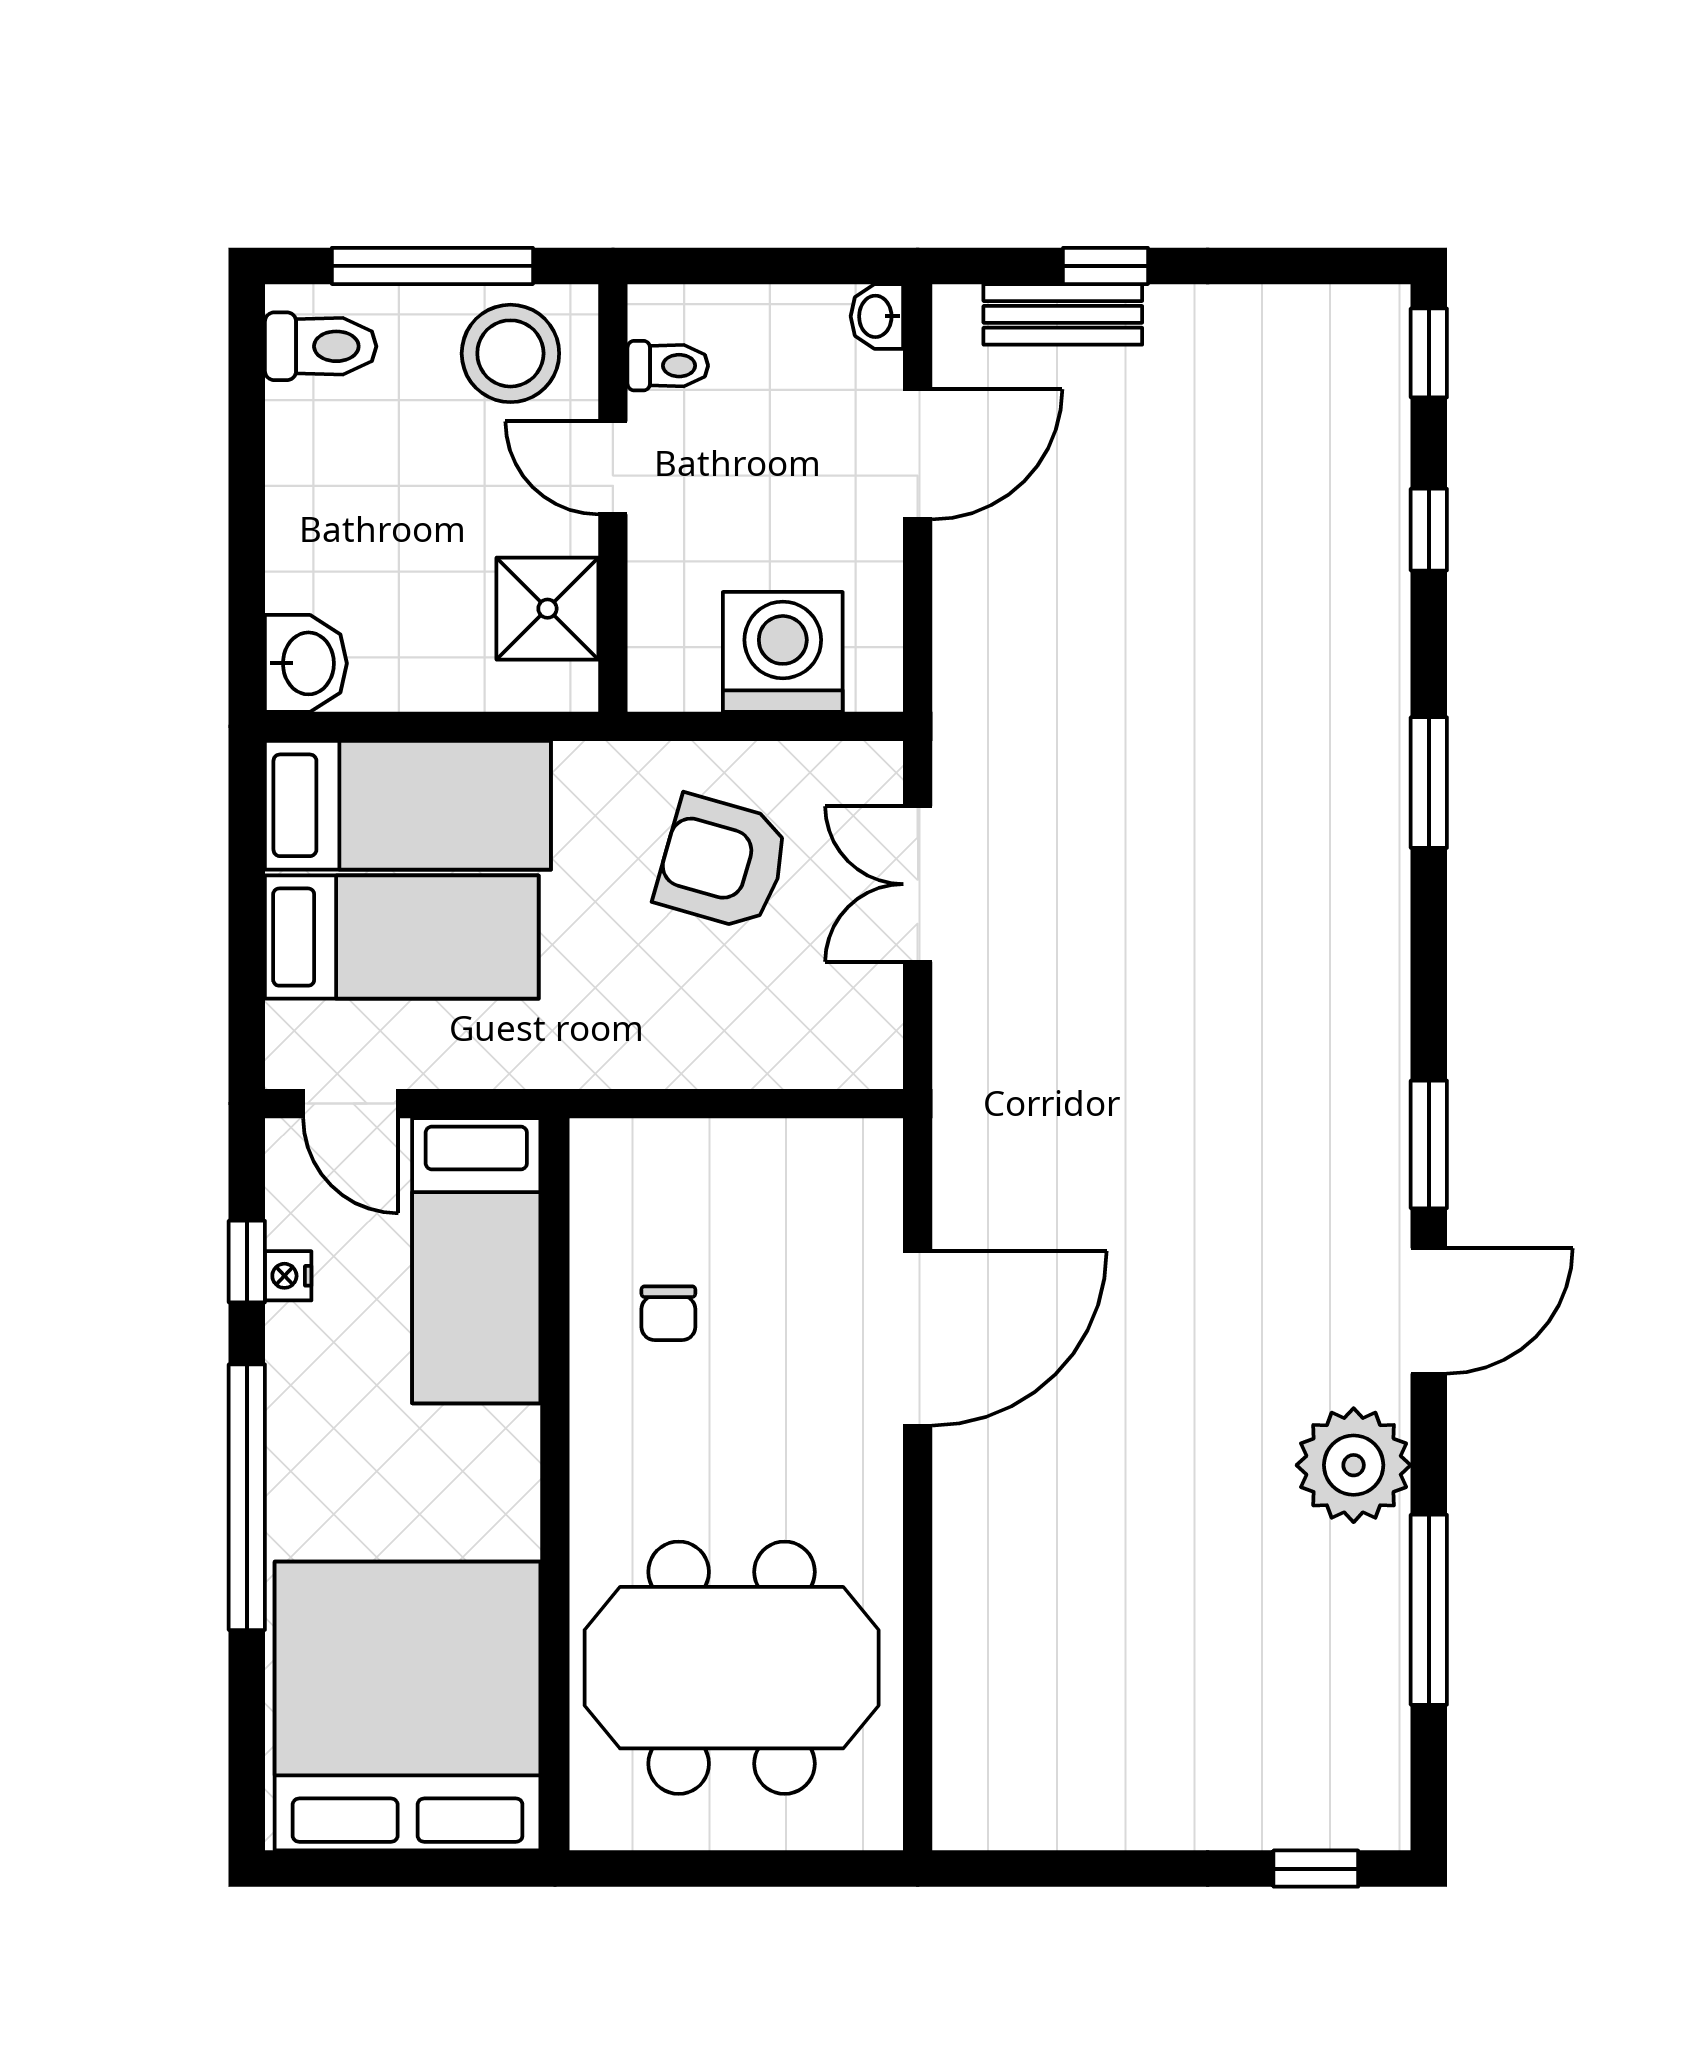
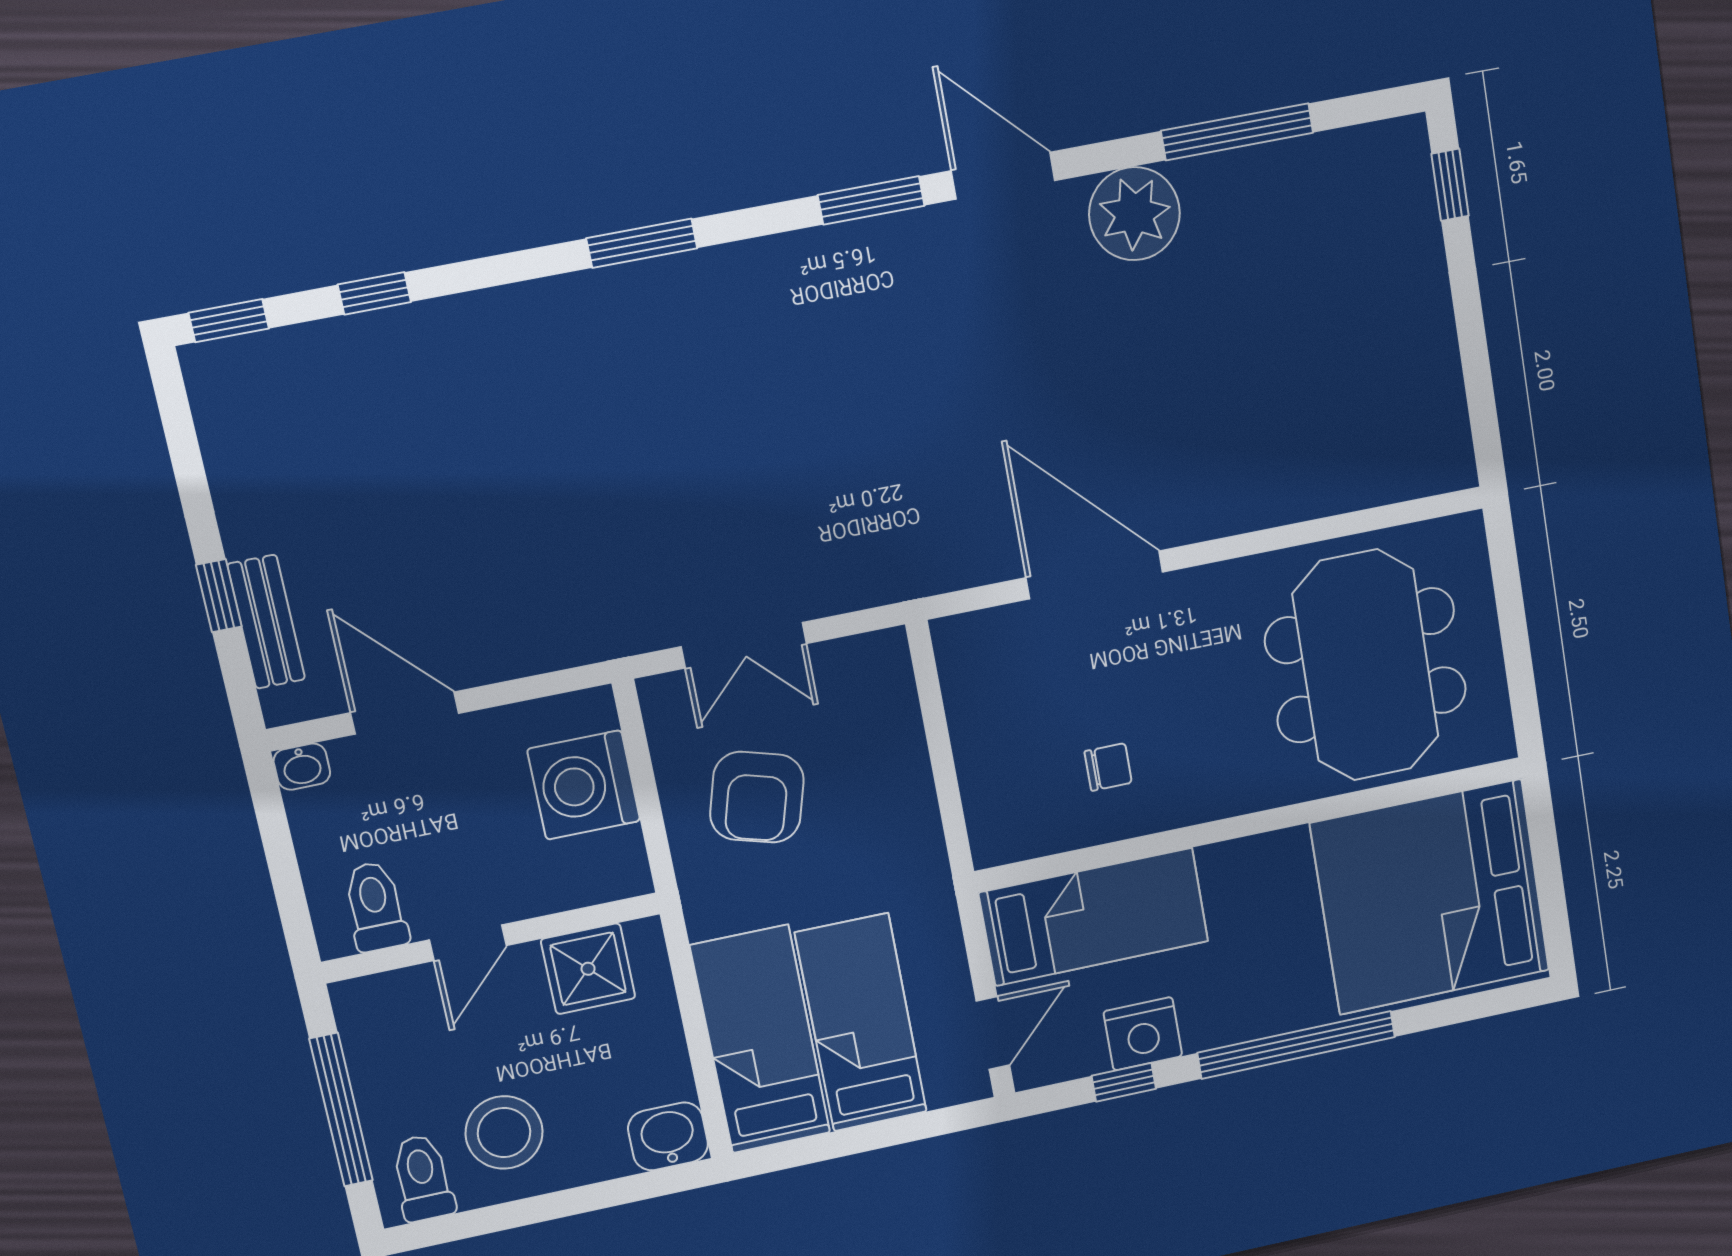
stool: (510, 353) -> (504, 1132), moved
toilet: (668, 366) -> (375, 907), width x1.37, depth x1.39
window: (1429, 783) -> (642, 243), moved
nightstand: (288, 1276) -> (1143, 1034), width x1.89, depth x1.79

